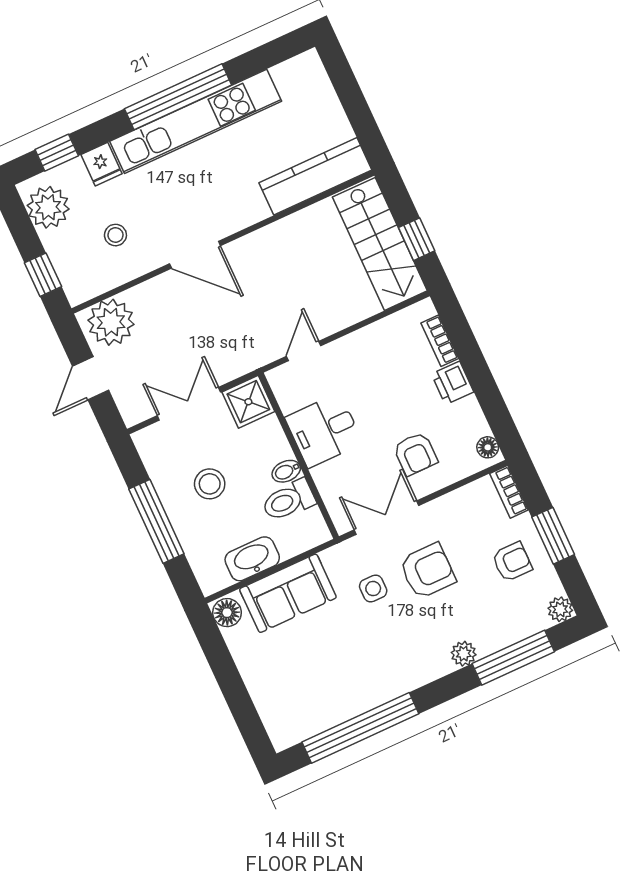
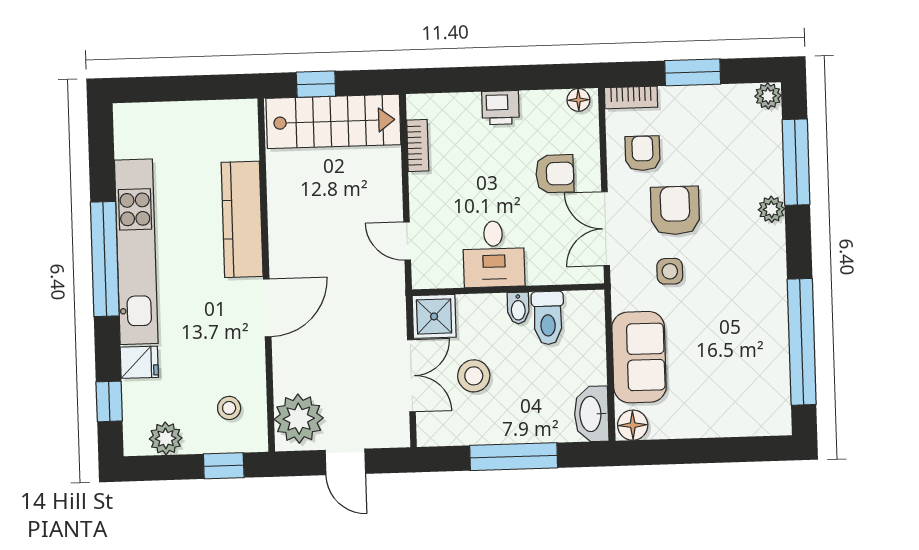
kitchen counter: (315, 176) -> (242, 219), moved
plant: (48, 207) -> (166, 438), width x0.73, depth x0.73
stool: (115, 235) -> (229, 408), moved
window: (417, 239) -> (316, 84), moved
bookcase: (440, 341) -> (418, 146), moved, turned -90
double door: (189, 404) -> (411, 376), swing flipped
stool: (210, 484) -> (474, 376), moved
washbasin: (252, 559) -> (591, 414), moved
armchair: (512, 562) -> (643, 153), moved

